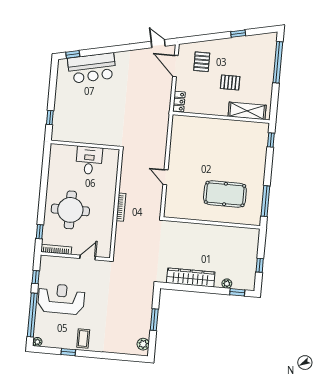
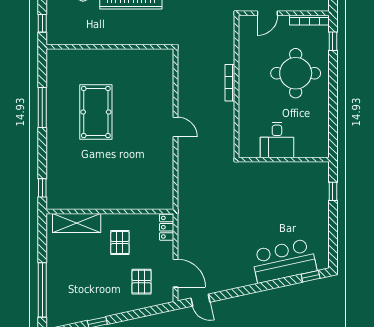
pallet: (230, 82) -> (120, 243), moved, turned 90
pool table: (225, 194) -> (96, 112), turned 90
wall: (212, 223) -> (110, 47), moved

